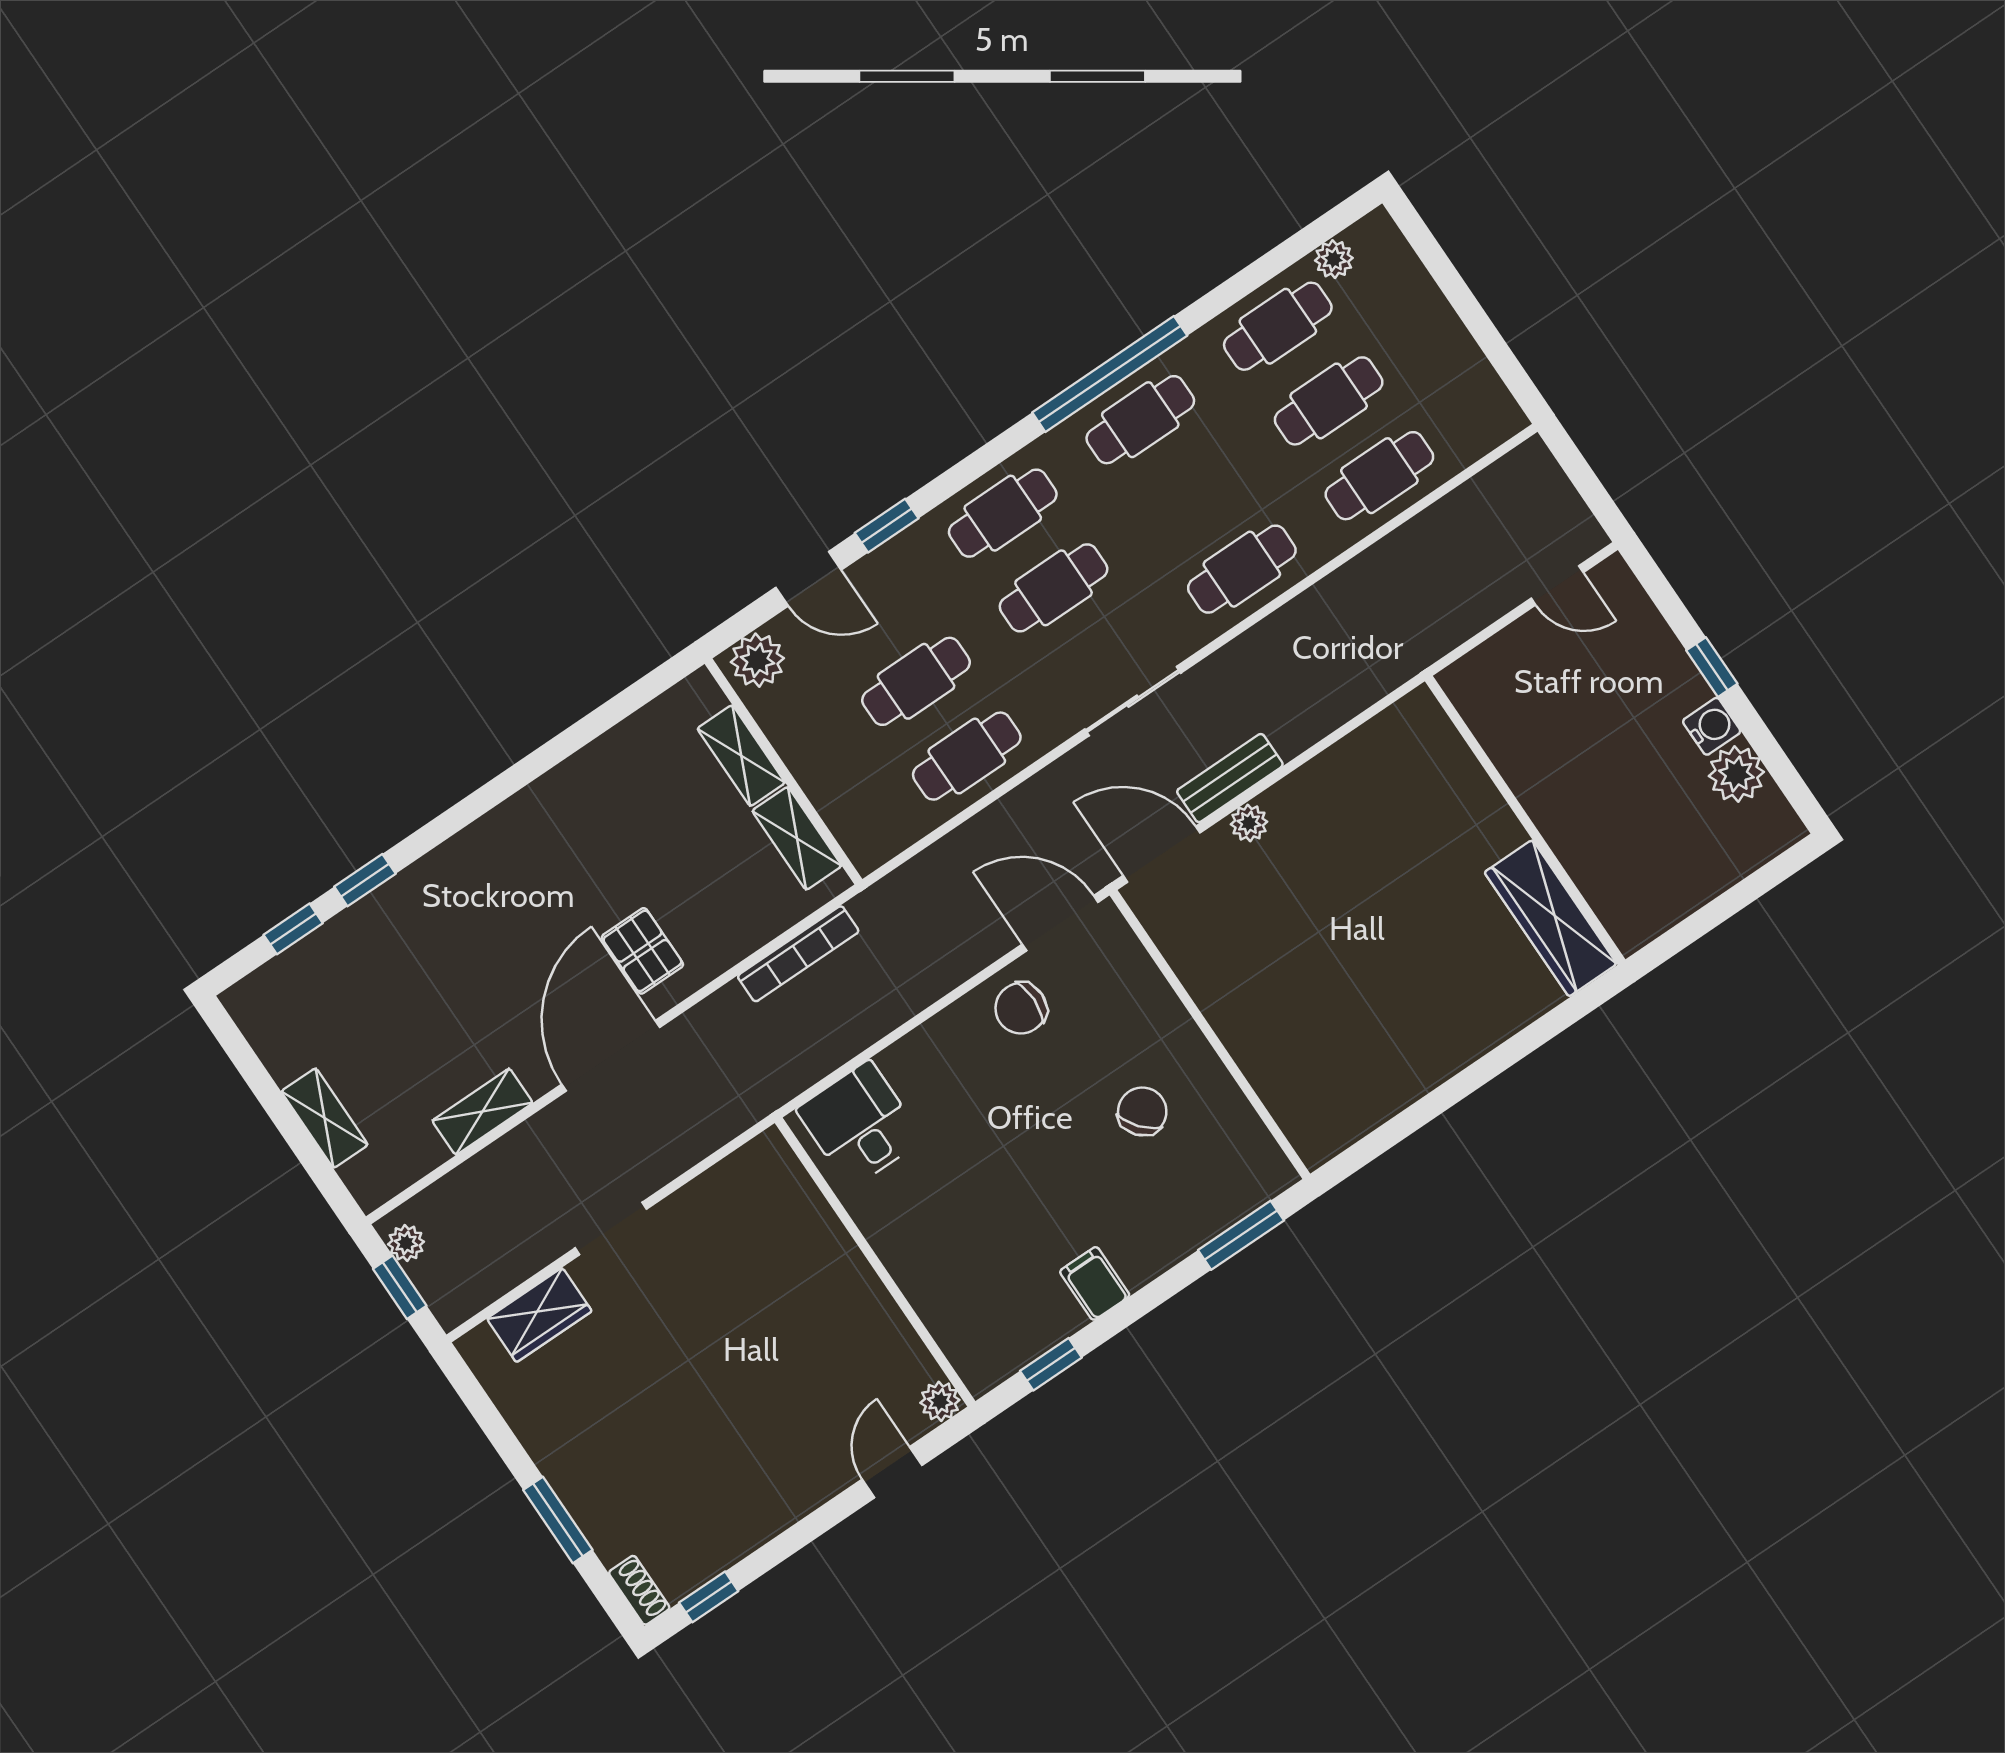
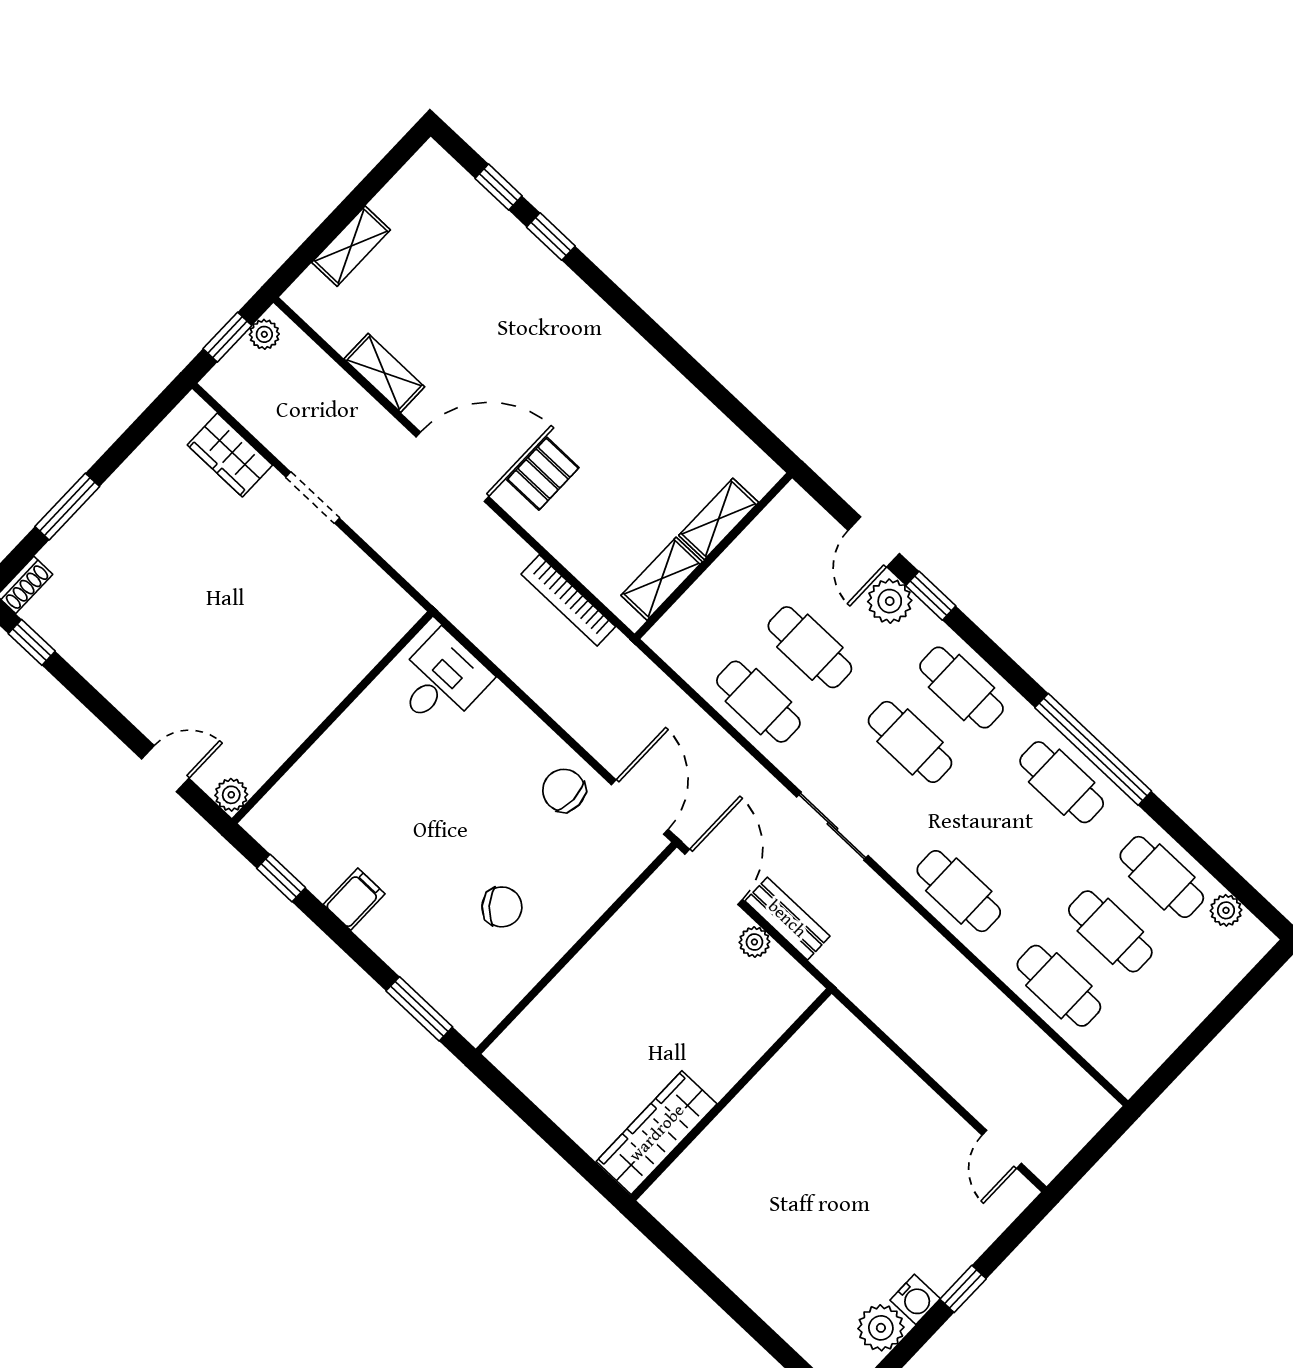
plant: (757, 660) -> (890, 601), moved
wall: (1525, 820) -> (731, 1095), moved
wardrobe: (1551, 918) -> (657, 1133), moved

